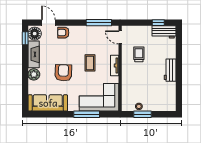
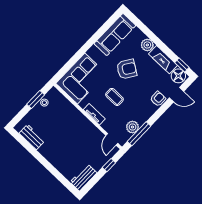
window: (158, 23) -> (109, 165), moved
plant: (99, 31) -> (132, 127), added
door: (120, 37) -> (112, 139), swing flipped
trolley: (139, 54) -> (85, 141), removed
workbench: (170, 70) -> (32, 137), moved
armchair: (63, 73) -> (127, 69), turned -59
window: (87, 114) -> (77, 56), removed

